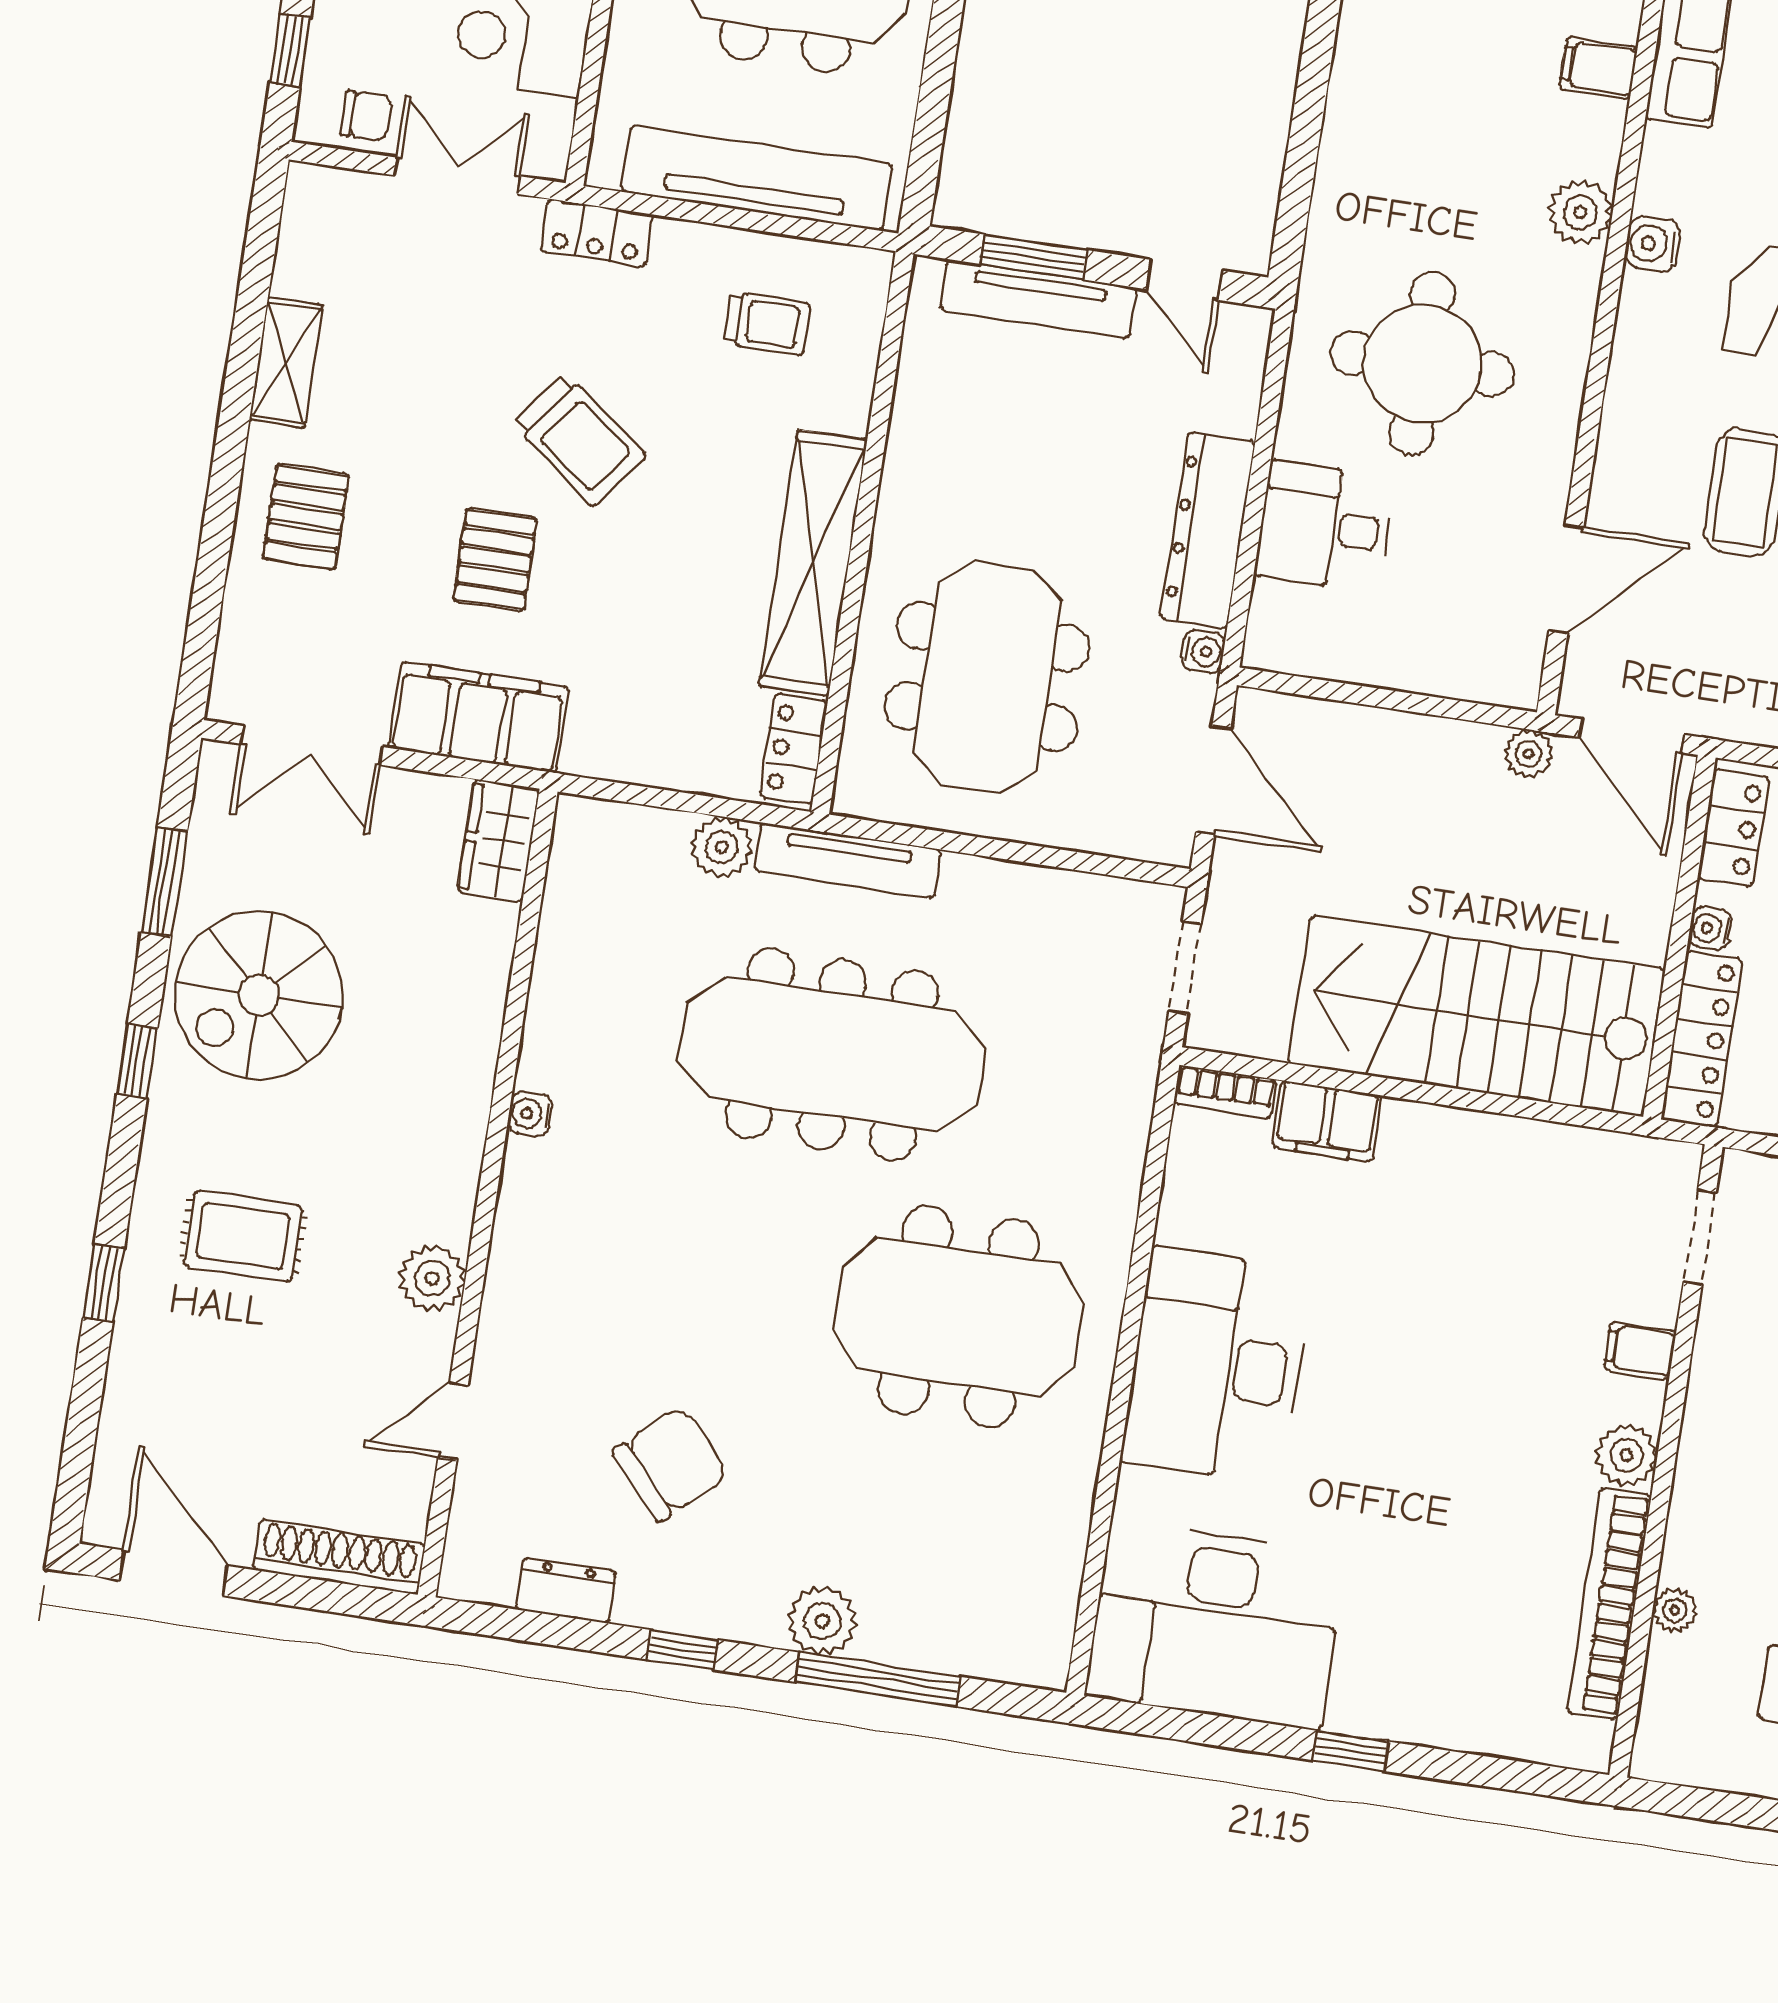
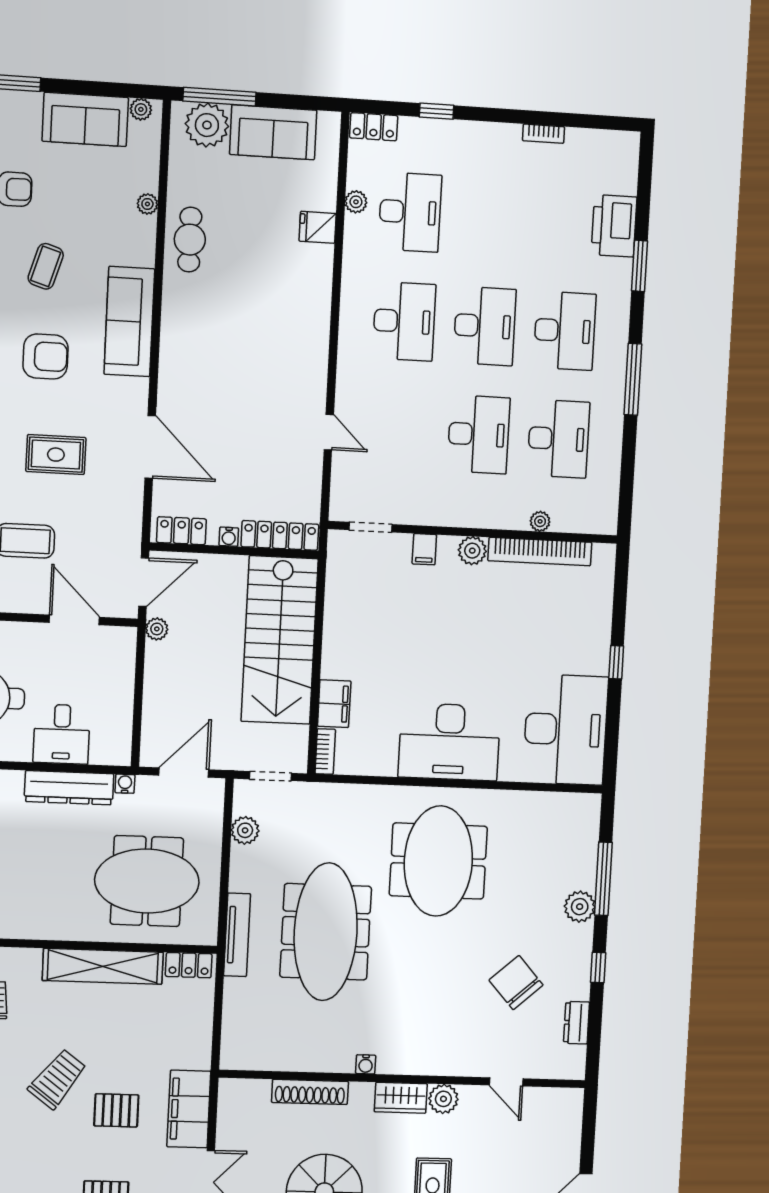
wardrobe: (498, 840) -> (401, 1098), moved
plant: (722, 847) -> (245, 830), moved
shoe rack: (339, 1557) -> (310, 1092), moved, turned -90

